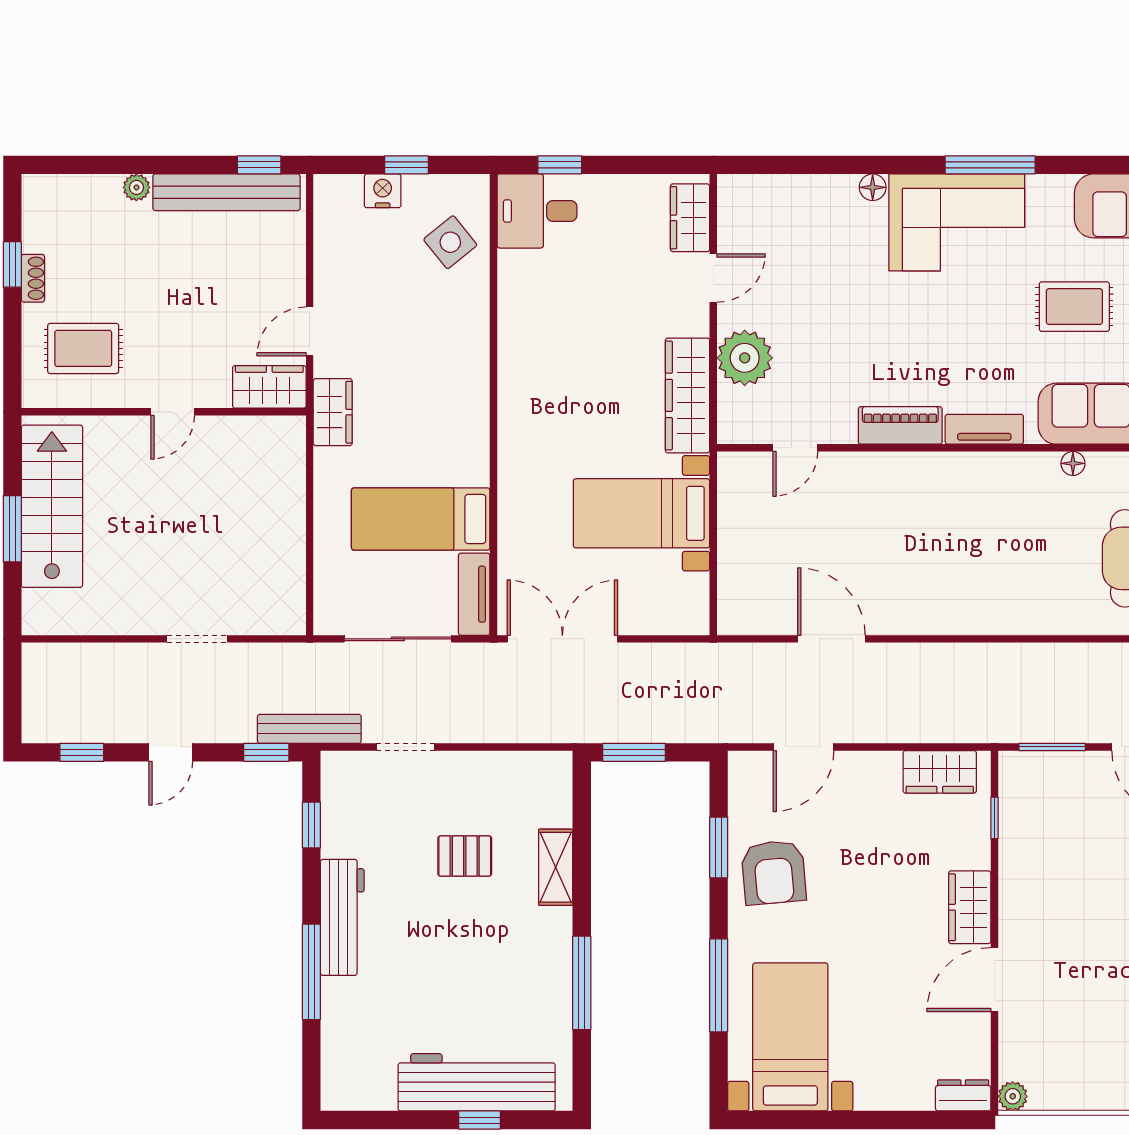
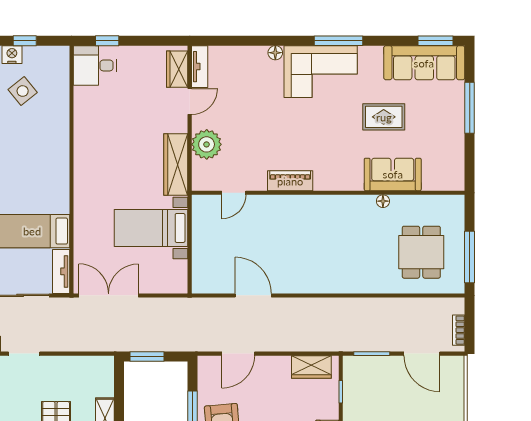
side table: (450, 242) -> (23, 91), moved
tv unit: (984, 429) -> (200, 67), moved, turned 90

